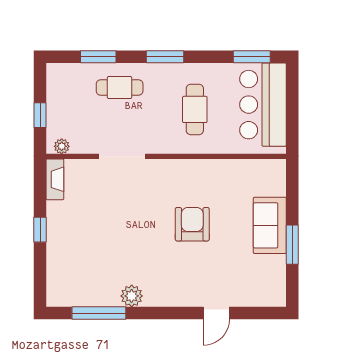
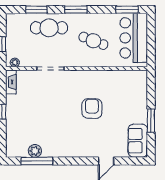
cafe table: (120, 87) -> (49, 28), width x1.37, depth x1.35
cafe table: (195, 109) -> (93, 41), turned -69
sofa: (270, 225) -> (138, 141), moved
plant: (132, 296) -> (35, 151), moved

